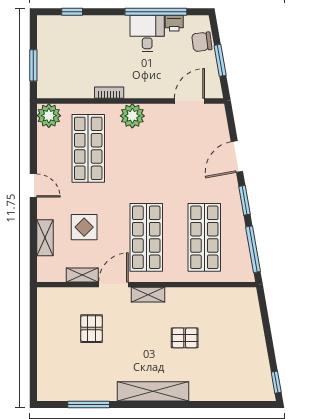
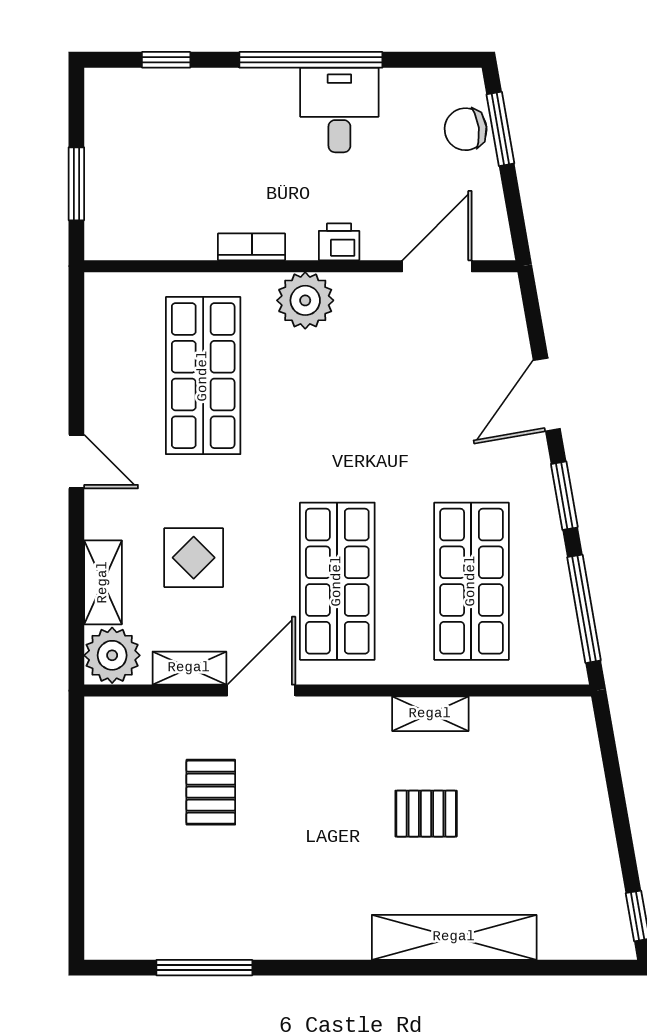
window: (156, 12) -> (311, 60), moved
printer: (174, 23) -> (339, 242), moved, turned 180
window: (220, 60) -> (500, 129), moved
plant: (49, 116) -> (112, 655), moved
shelving: (148, 295) -> (430, 714), moved
shelving: (153, 391) -> (454, 937), moved

